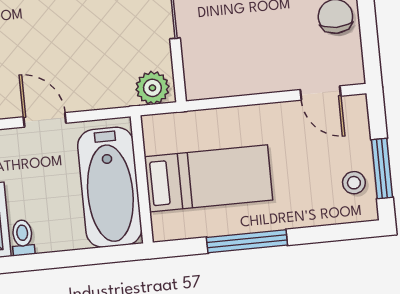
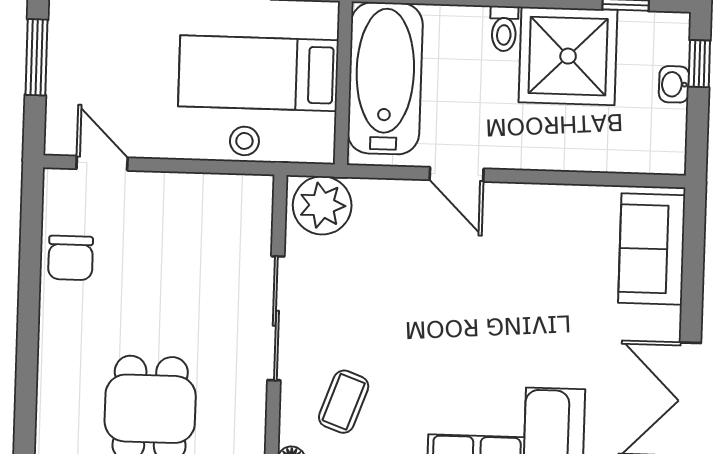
plant: (152, 88) -> (322, 205), width x1.36, depth x1.36
stool: (354, 183) -> (244, 141), moved

